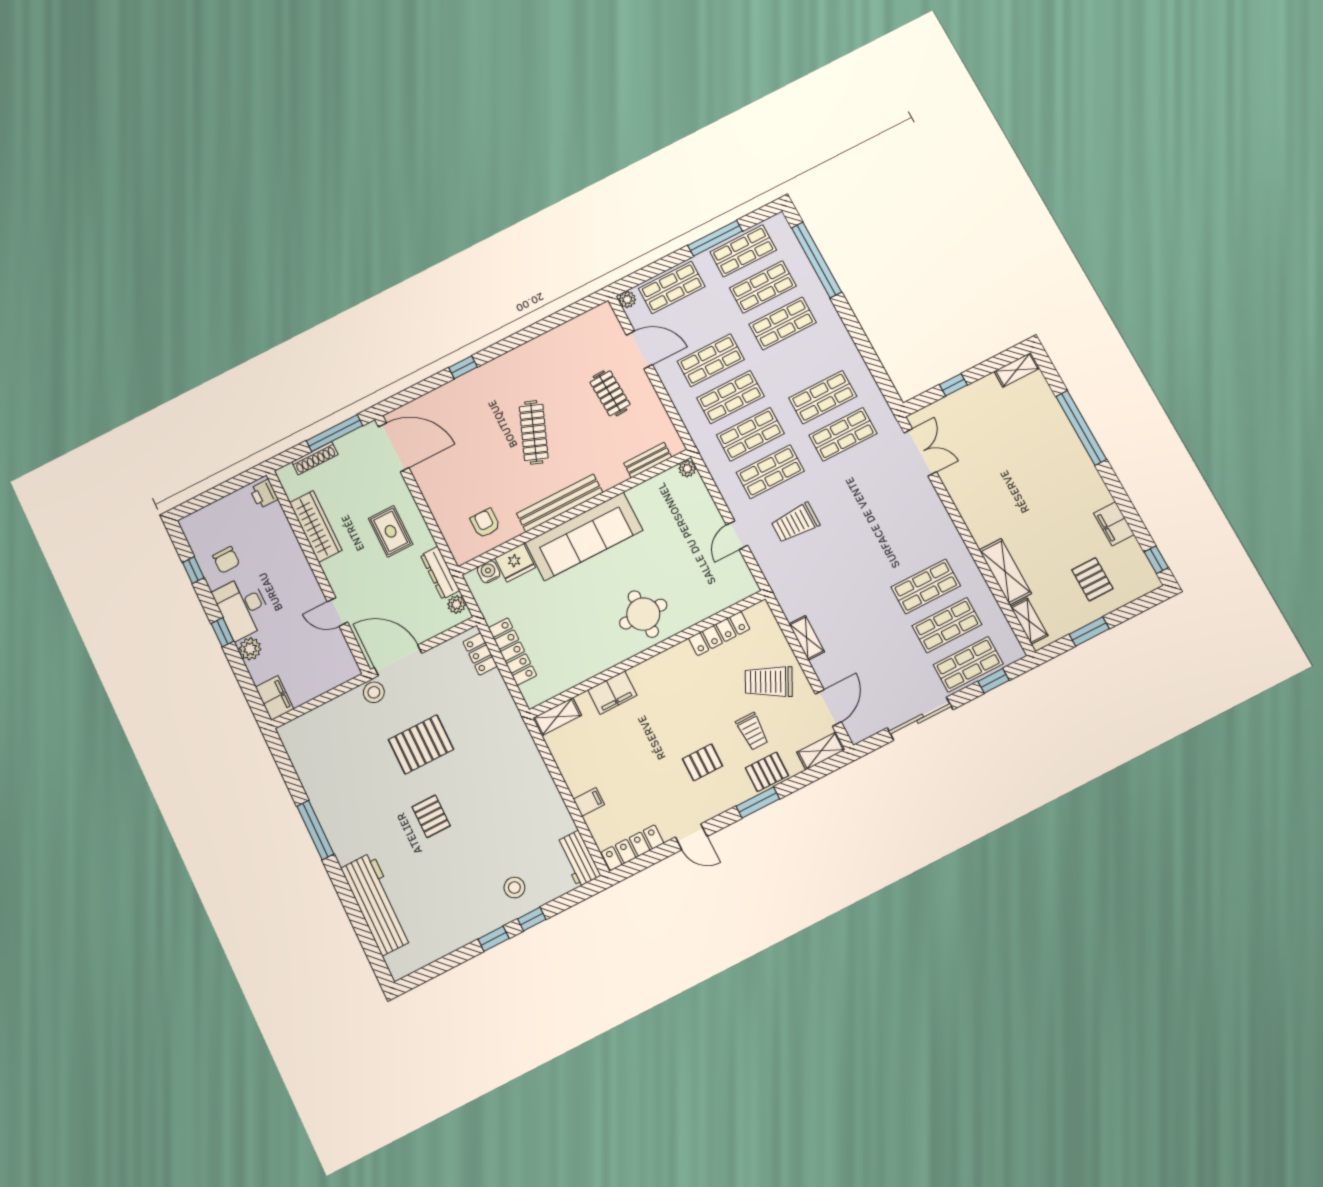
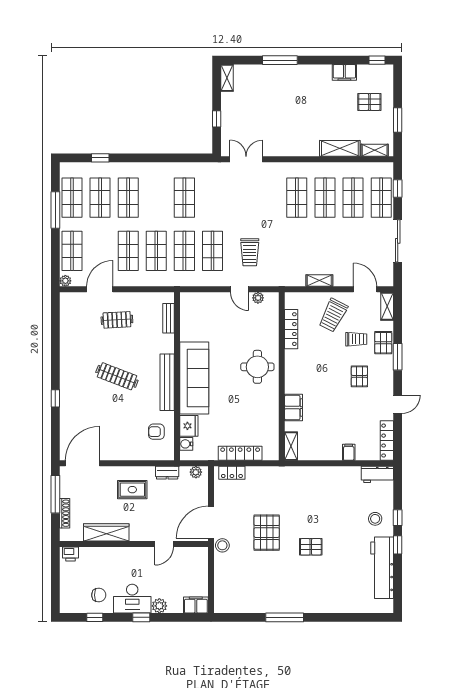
window: (816, 260) -> (100, 158), width x0.32
window: (1081, 428) -> (280, 60), width x0.68
shop shelf: (843, 434) -> (297, 198), moved
plant: (687, 469) -> (258, 298), moved
dresser: (440, 573) -> (167, 473), width x0.70
workbench: (377, 904) -> (382, 568), moved, turned -90

